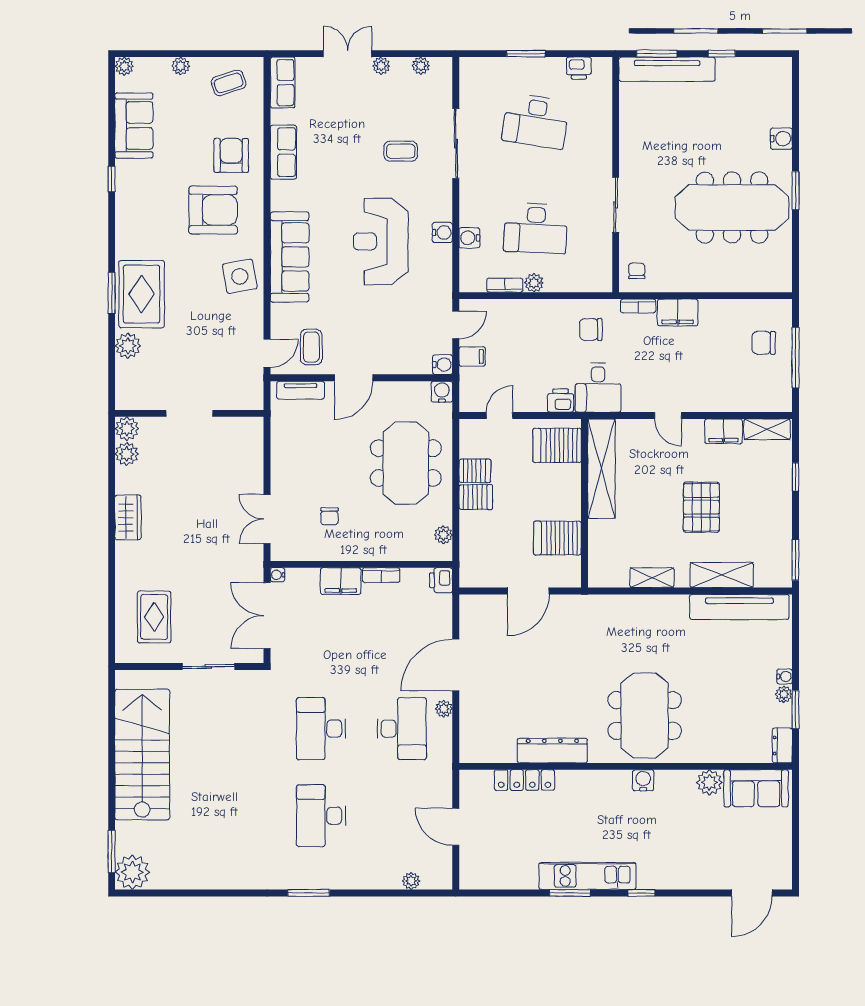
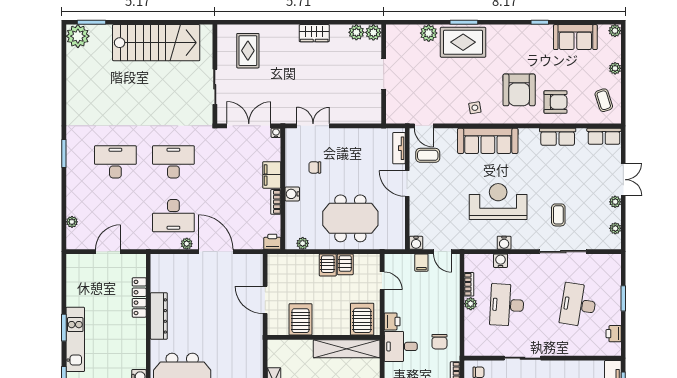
side table: (240, 276) -> (475, 108), width x0.54, depth x0.54
chair: (591, 330) -> (439, 342), turned 180
water cooler: (442, 392) -> (292, 194), moved, turned 180
rug: (154, 617) -> (248, 51), turned 90

